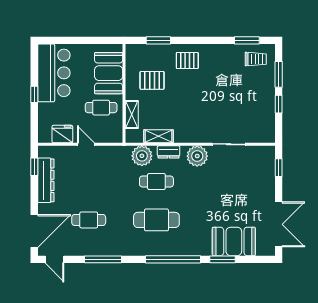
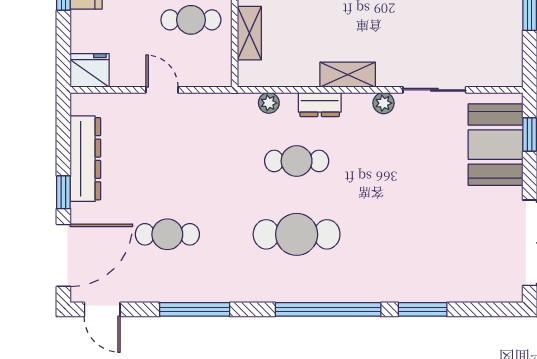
fridge: (62, 134) -> (90, 70), moved
shelving: (159, 136) -> (348, 75), moved
plant: (142, 156) -> (269, 103), width x0.53, depth x0.53
plant: (197, 156) -> (384, 103), width x0.53, depth x0.53
window: (34, 167) -> (63, 192), moved
booth: (234, 241) -> (496, 145), moved, turned 90

